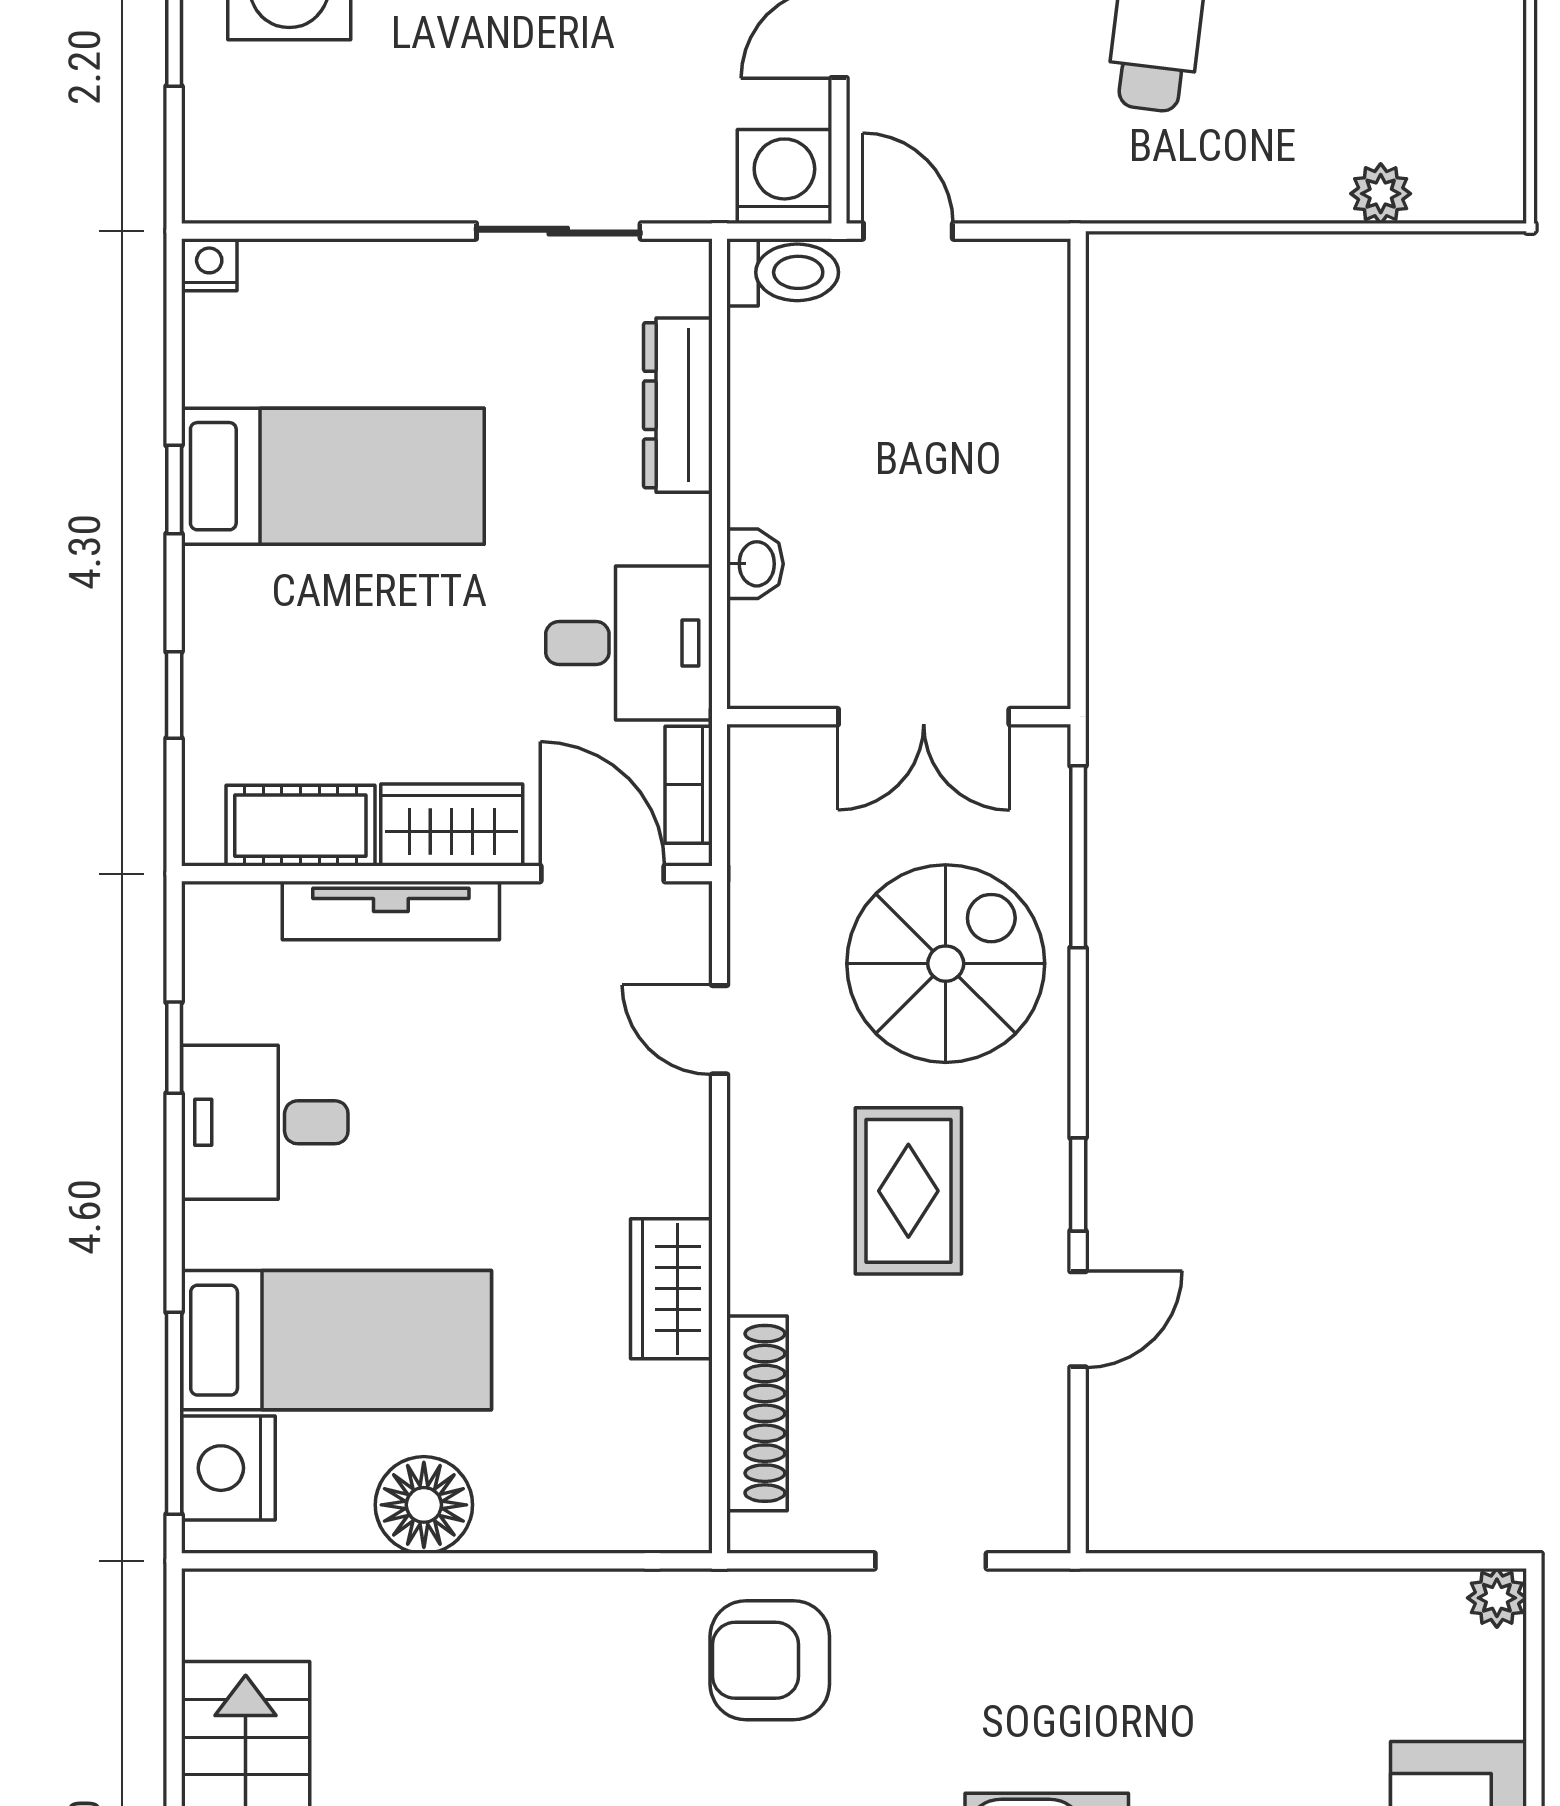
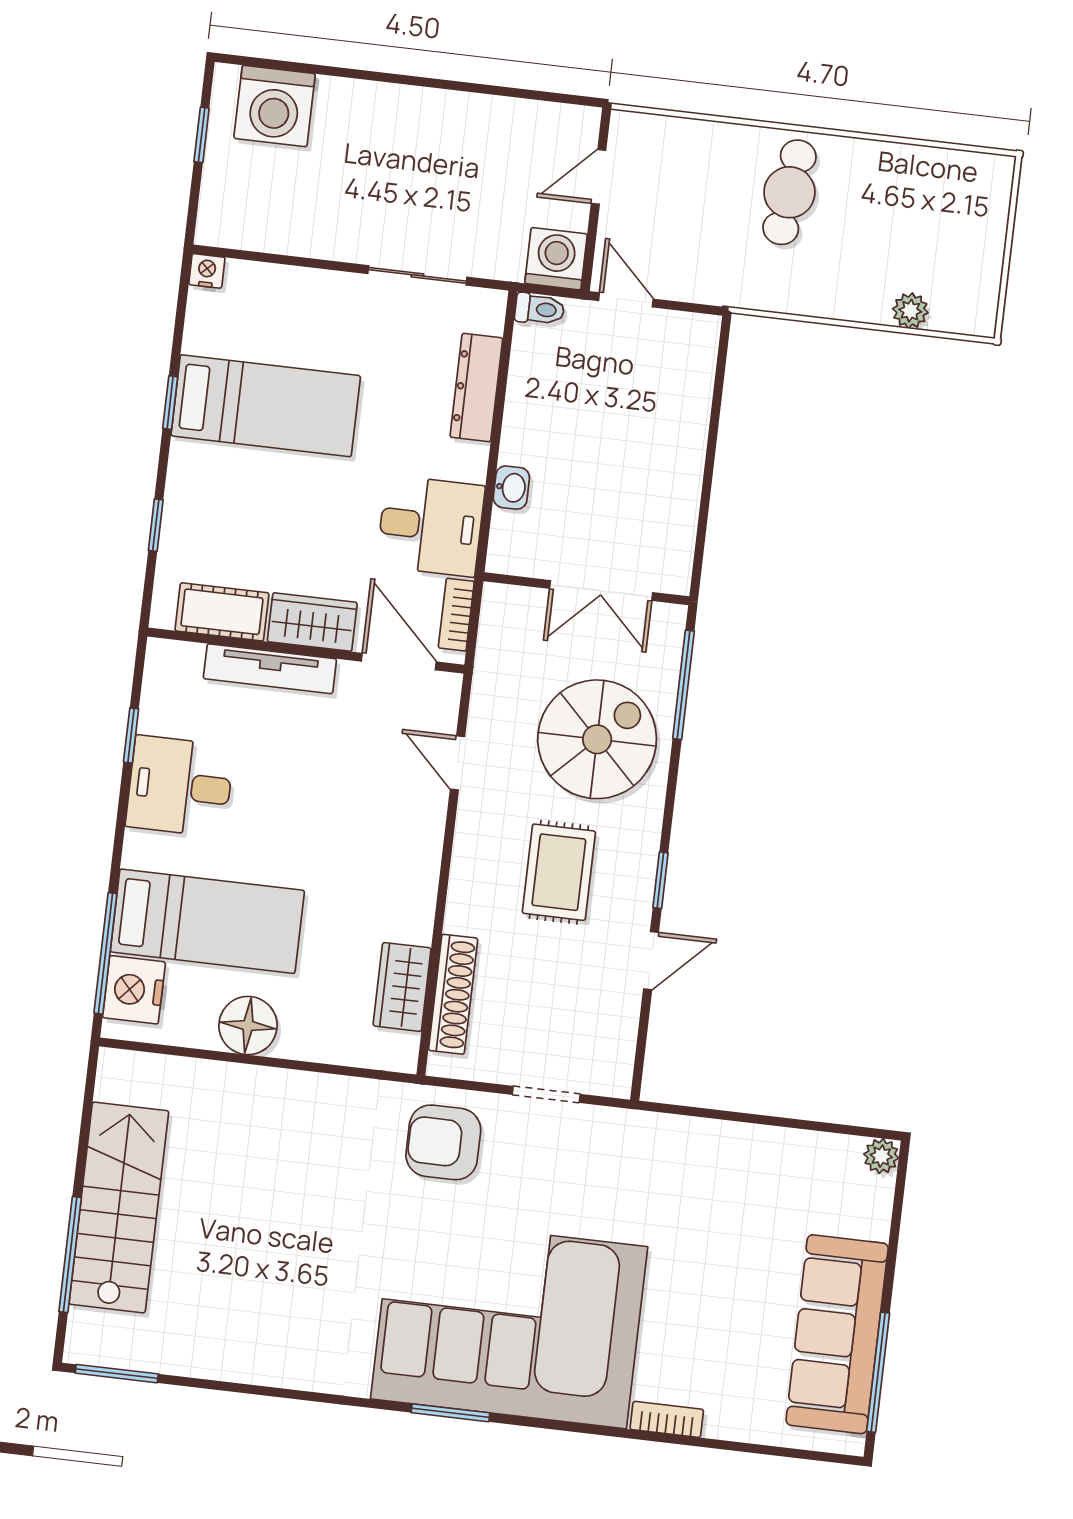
toilet: (783, 272) -> (540, 309), width x0.73, depth x0.72
wardrobe: (671, 1289) -> (402, 987), moved

